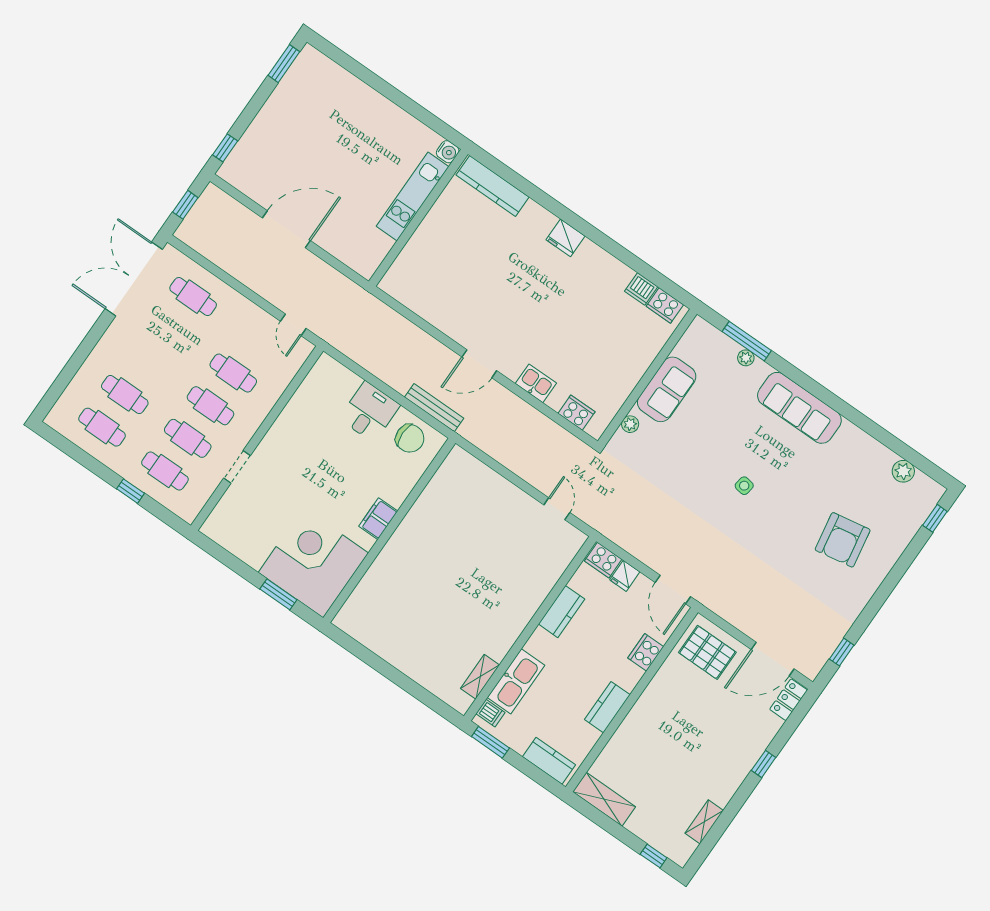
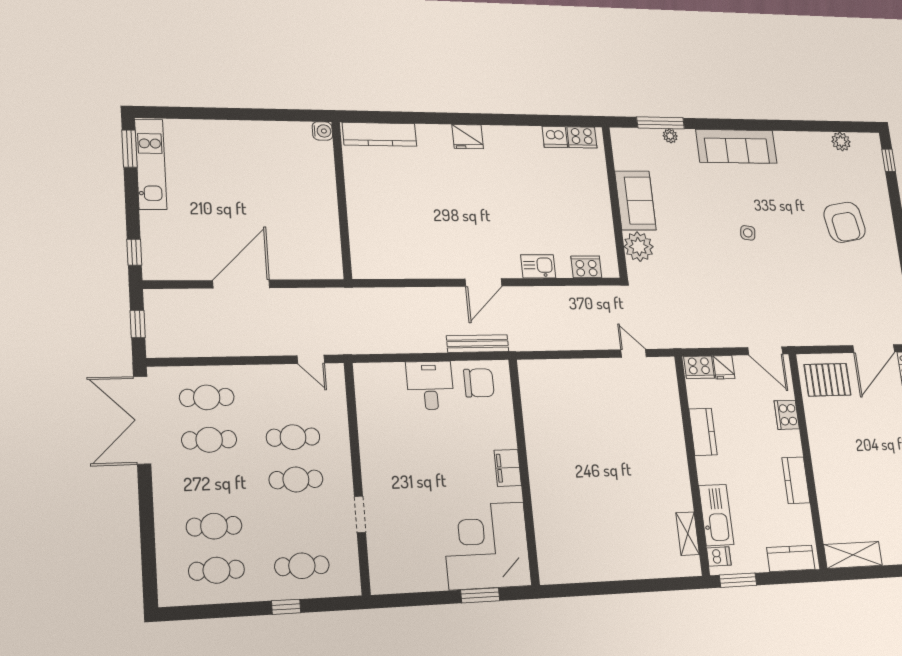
kitchen unit: (413, 196) -> (151, 164), moved, turned 180
plant: (630, 424) -> (639, 247), width x1.87, depth x1.87
cafe table: (188, 438) -> (209, 440), moved

